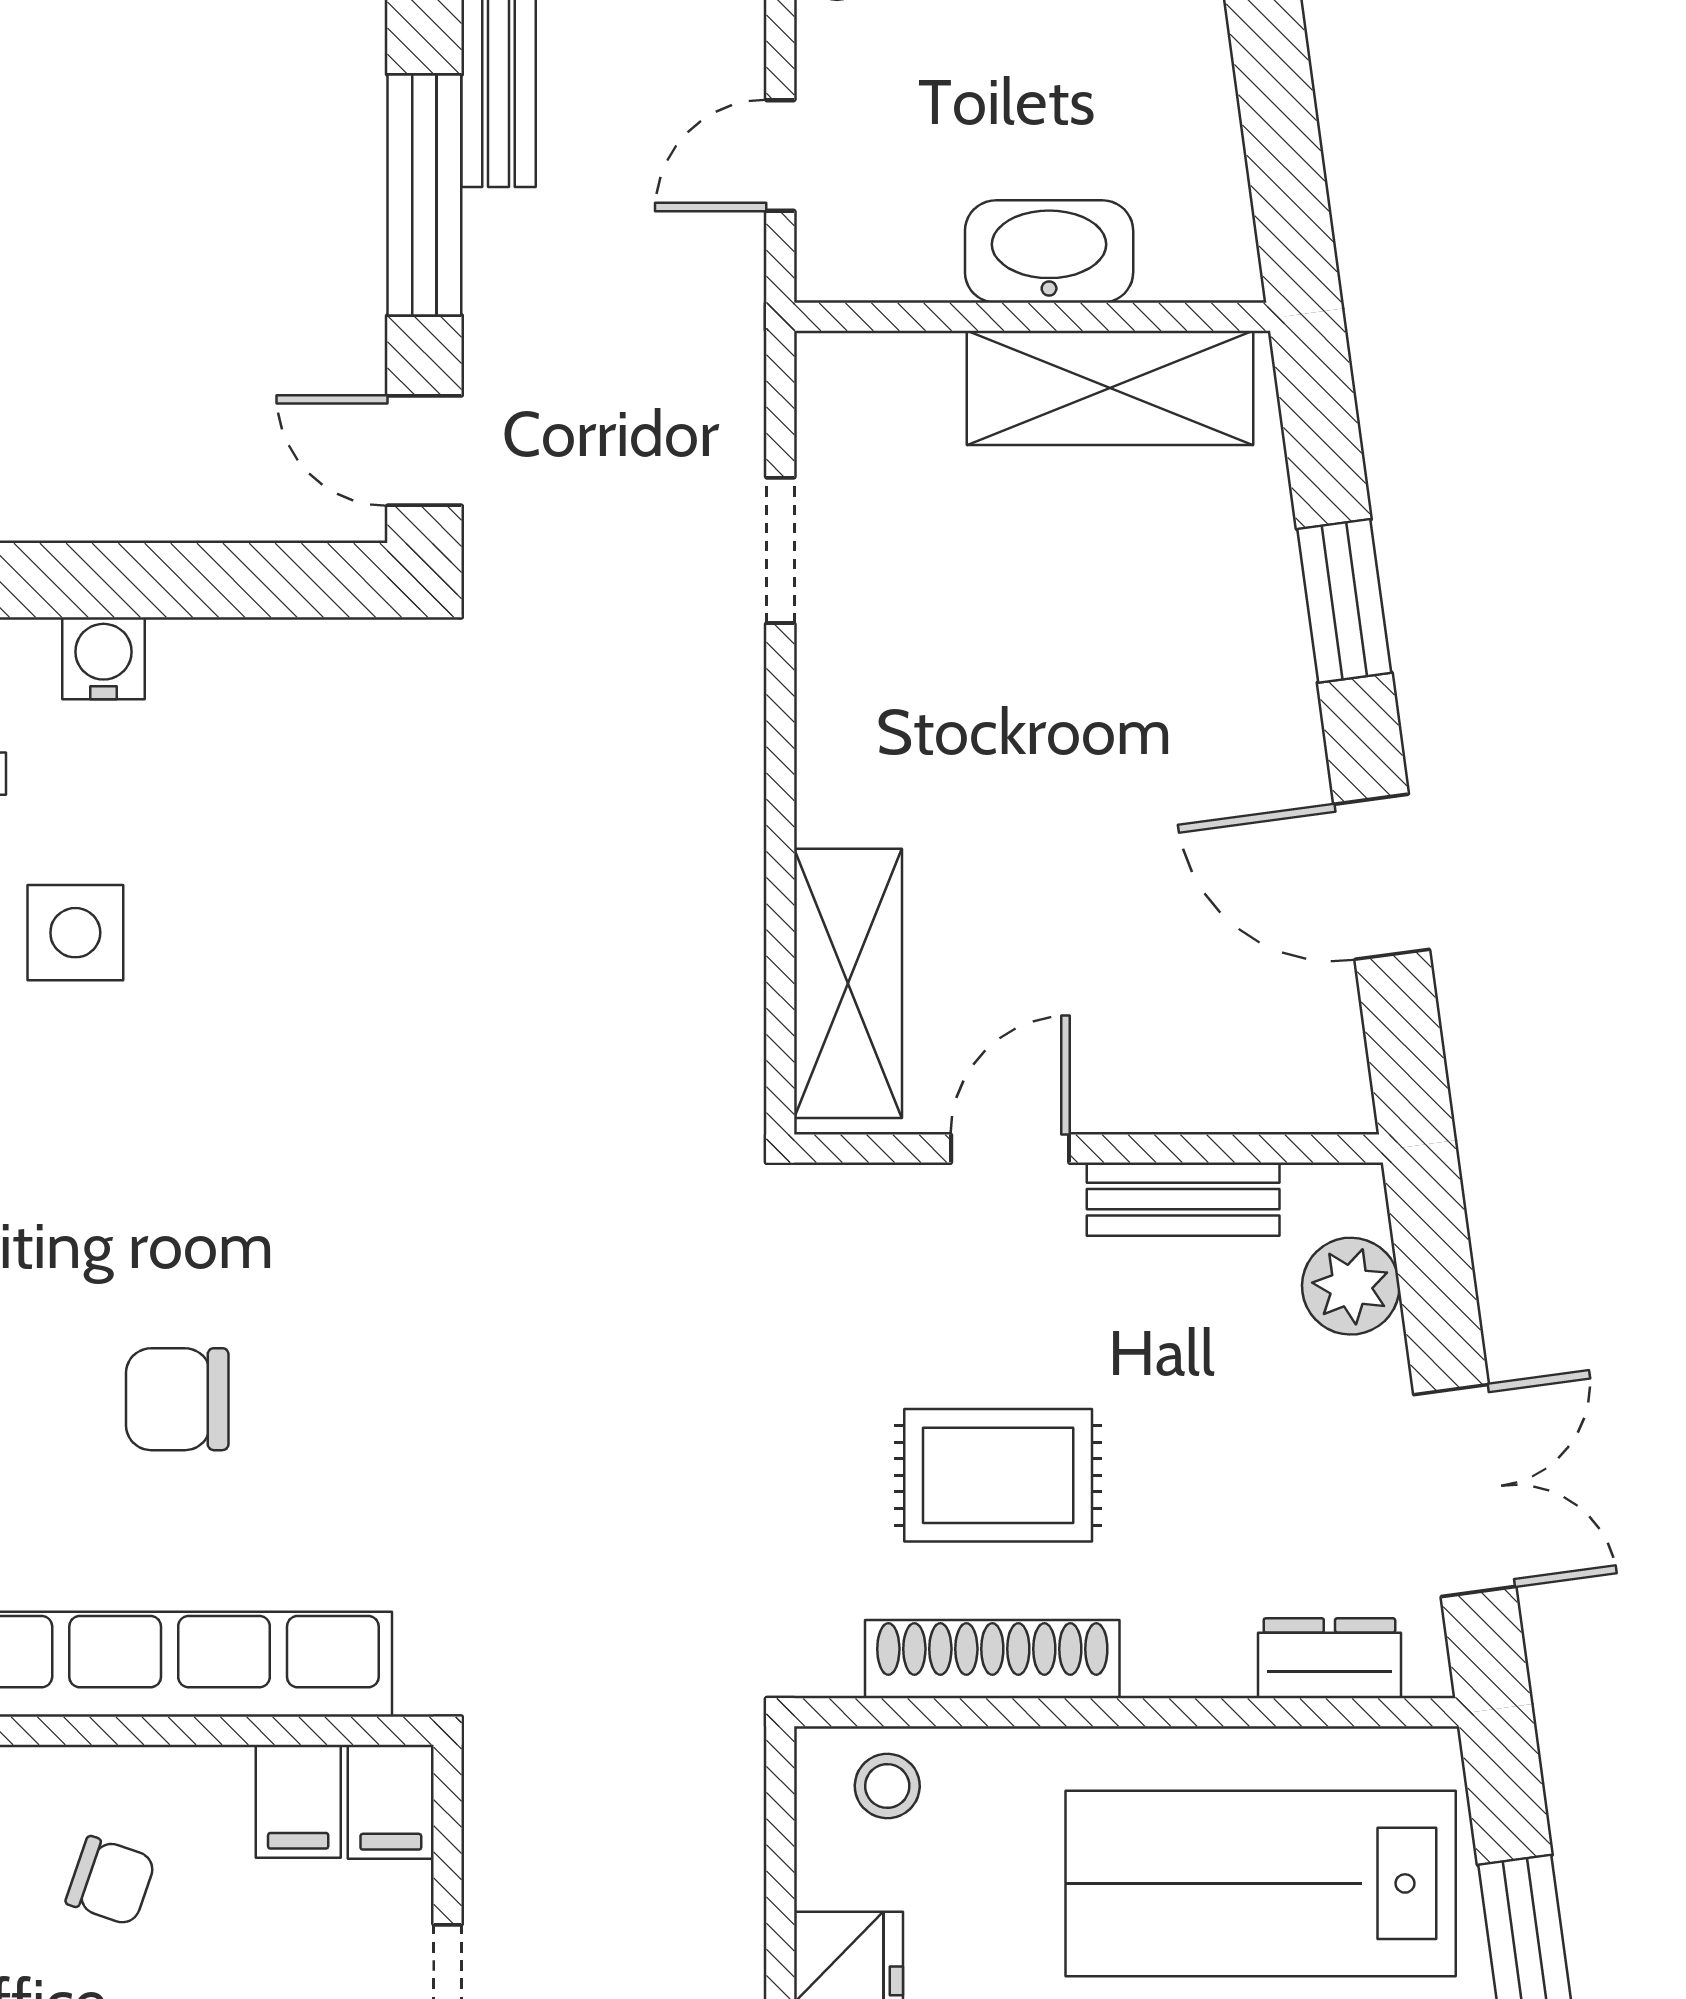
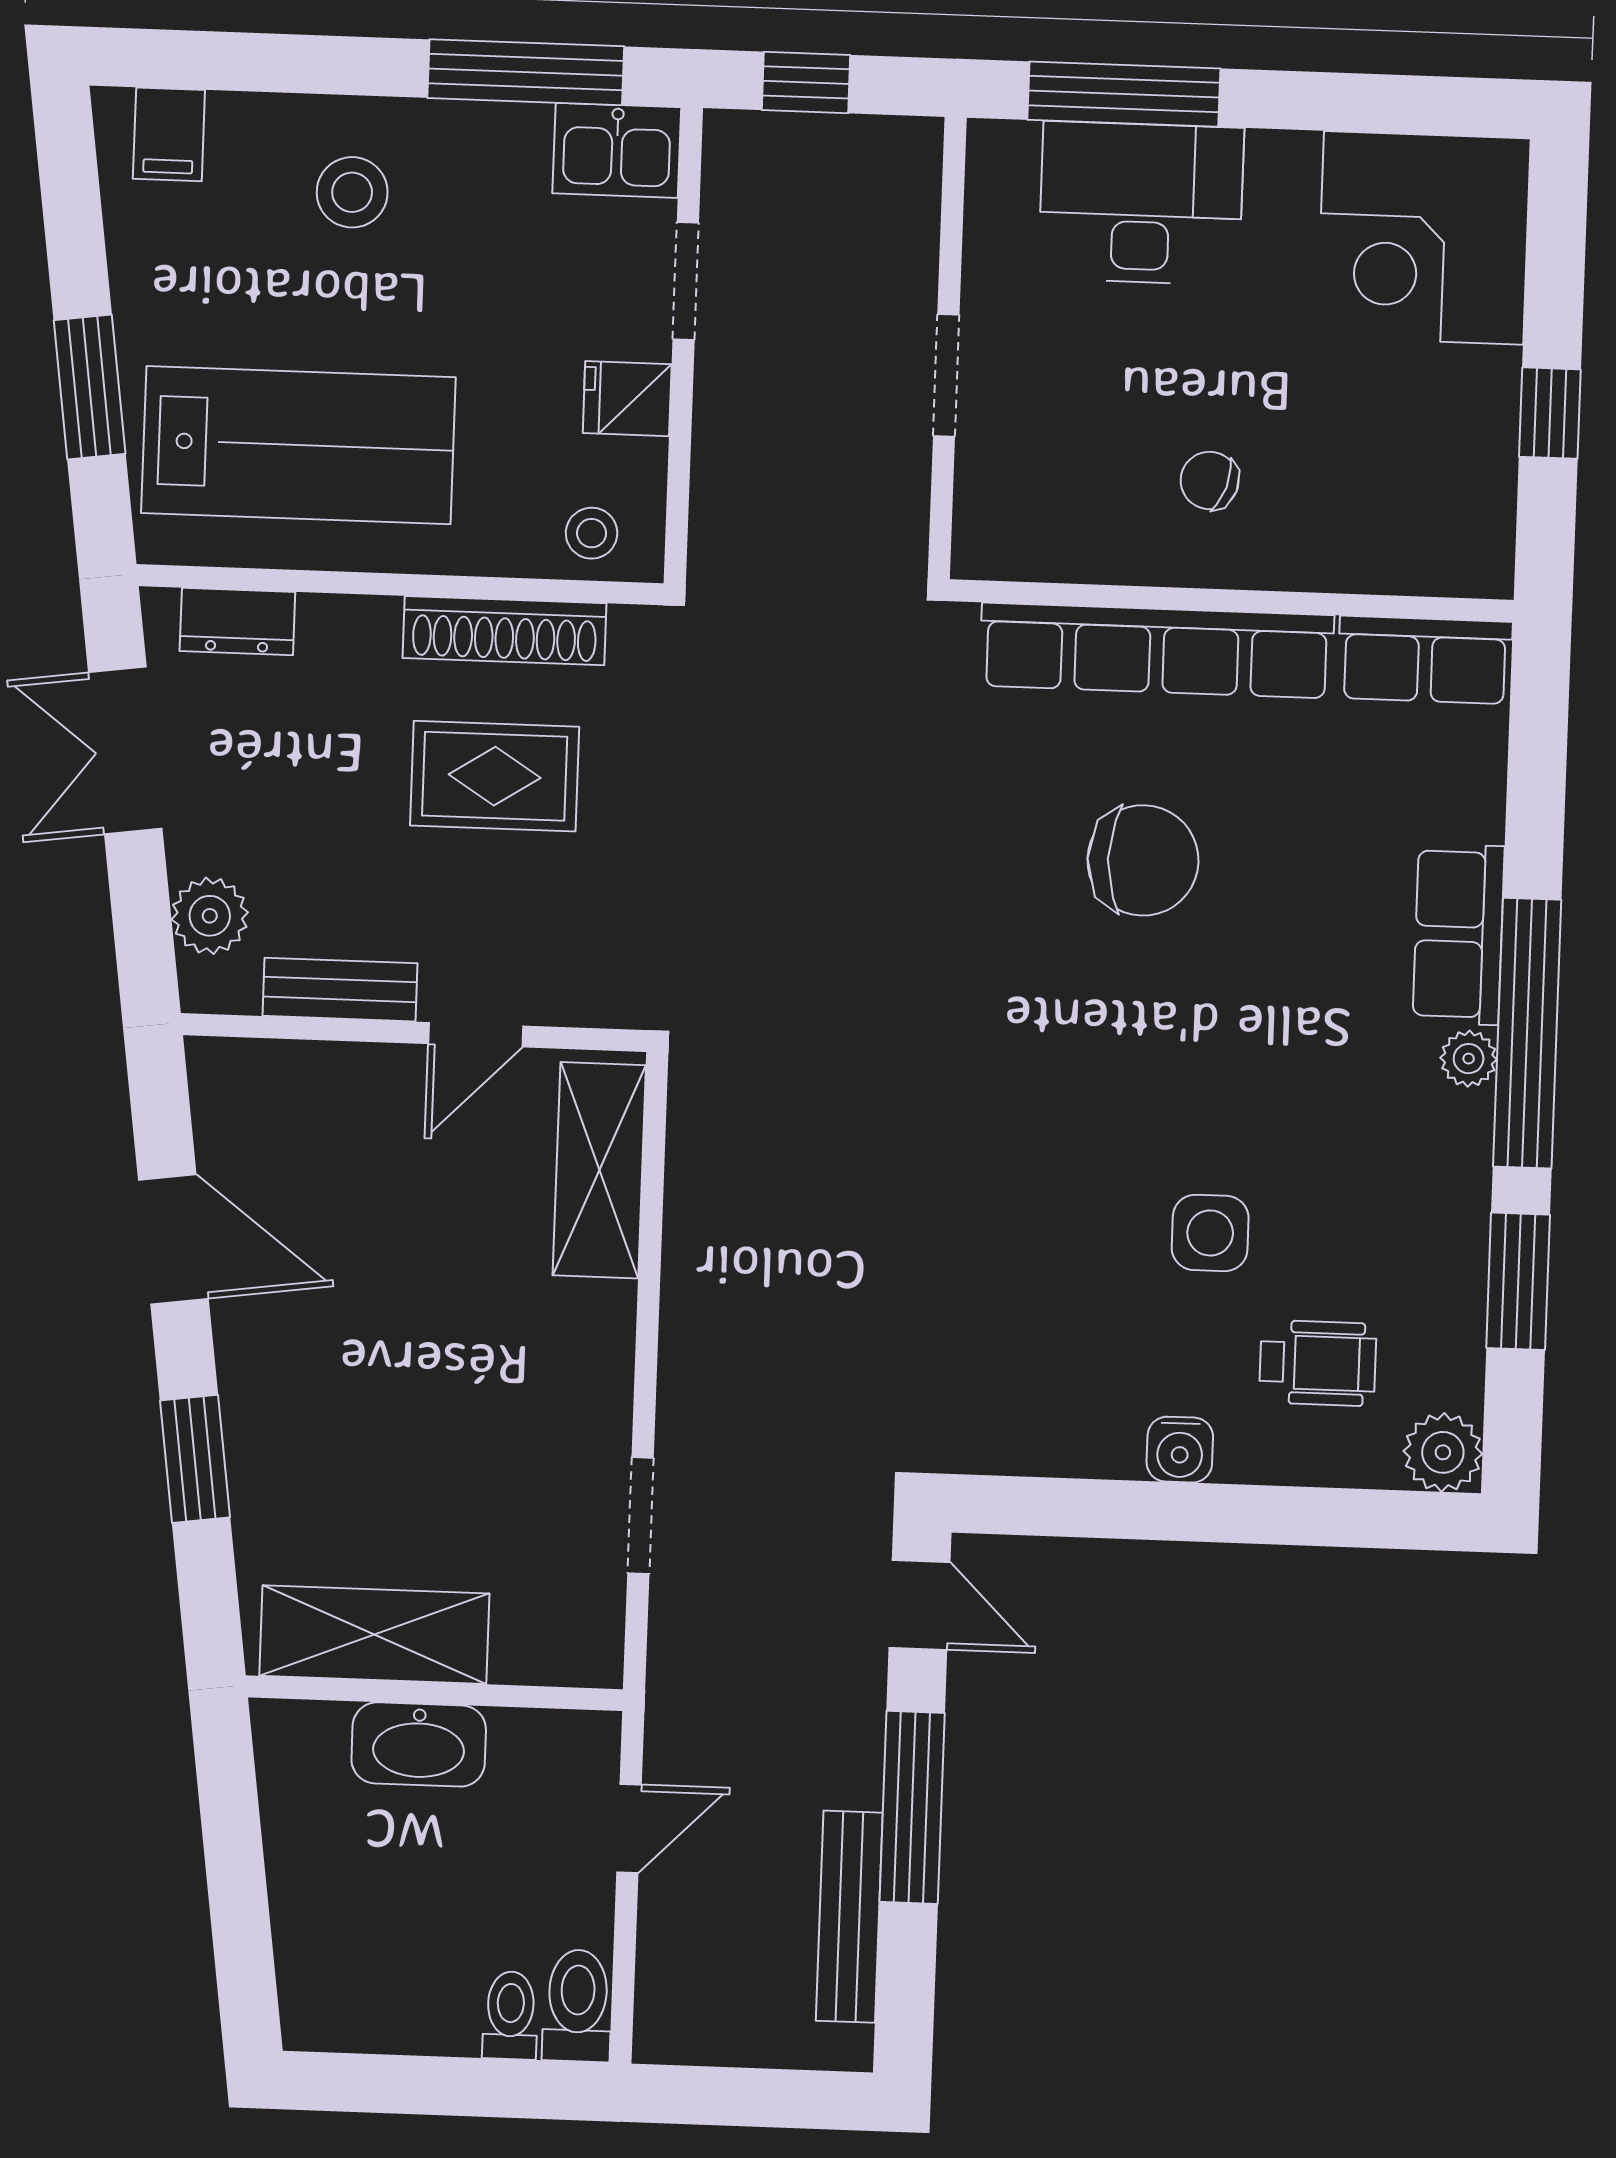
chair: (177, 1399) -> (1143, 860), width x1.37, depth x1.37
filing cabinet: (298, 1801) -> (1059, 538), removed
filing cabinet: (391, 1802) -> (985, 535), removed

